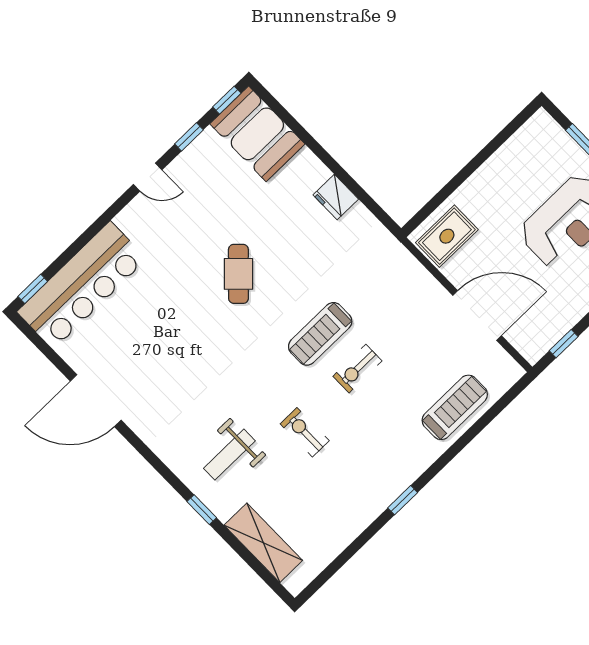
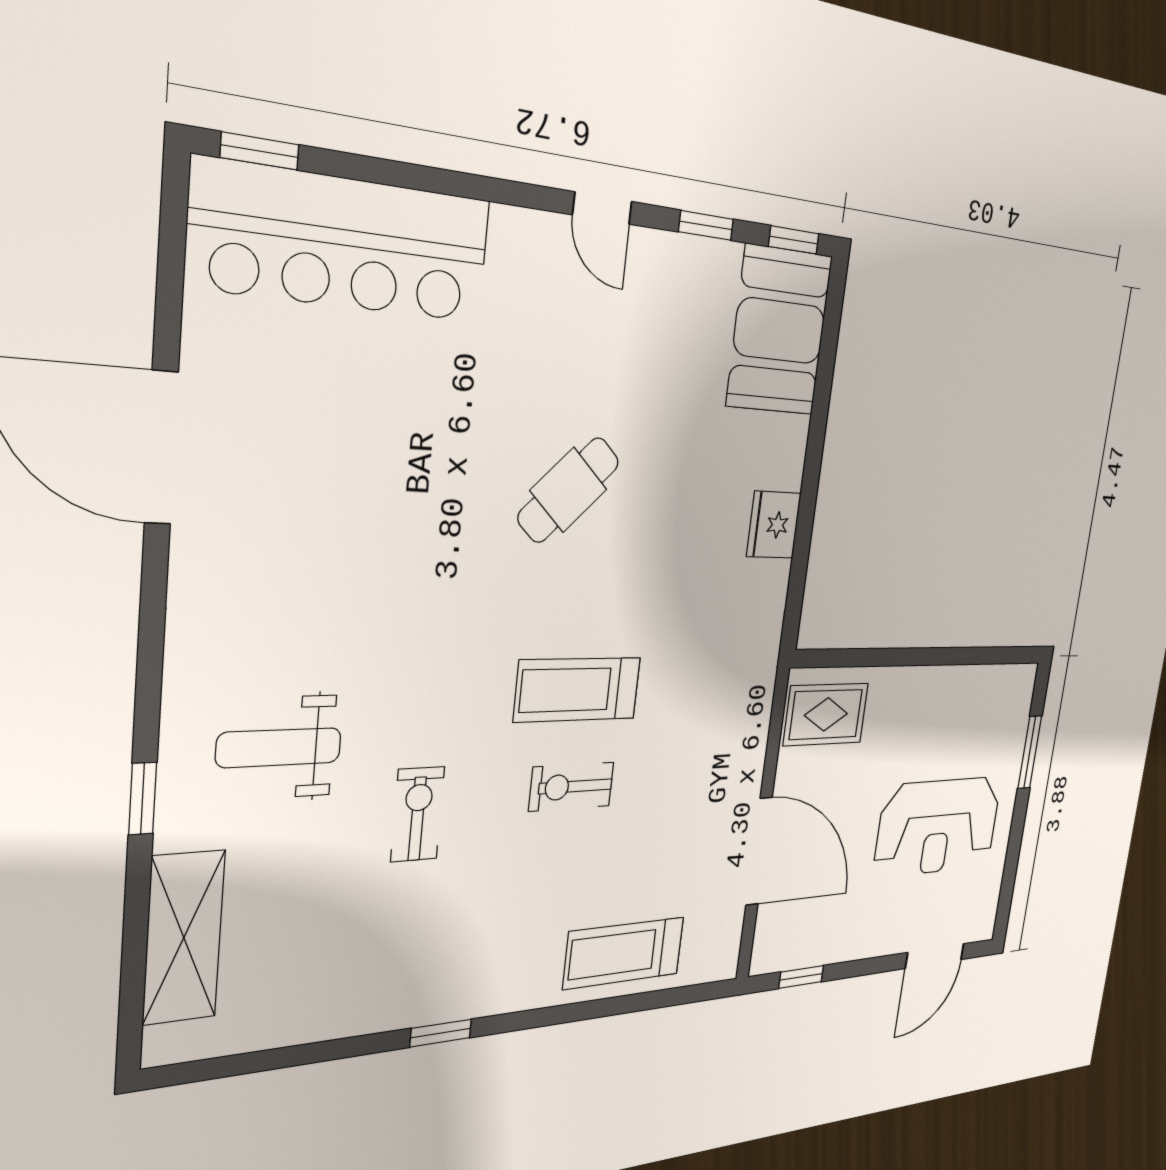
treadmill: (455, 407) -> (624, 953), turned 180

